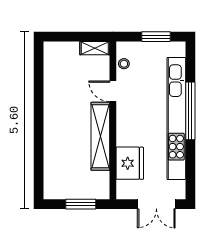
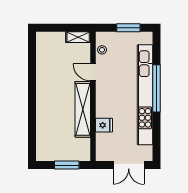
fridge: (130, 163) -> (104, 125), width x0.53, depth x0.75

